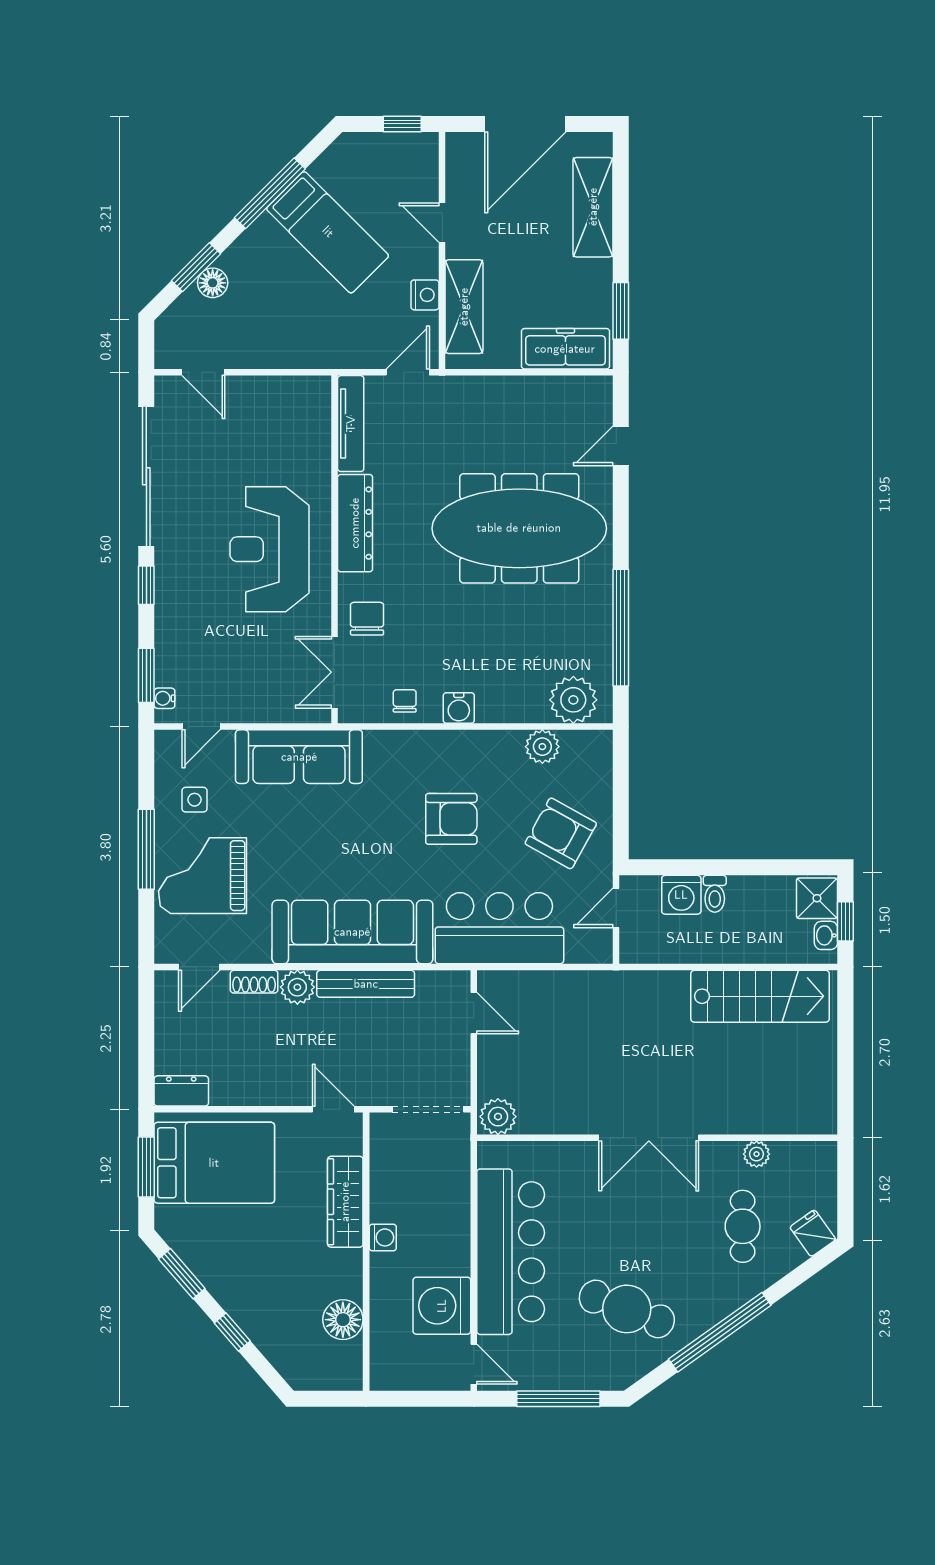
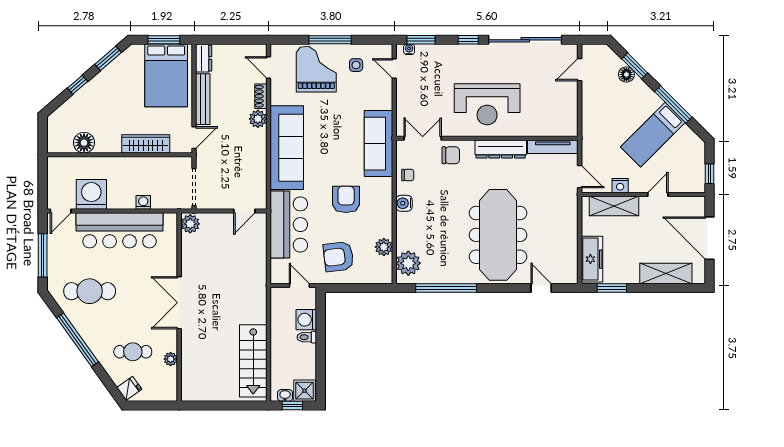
reception desk: (270, 549) -> (487, 104), turned 180
sofa: (299, 757) -> (379, 144), moved
armchair: (451, 819) -> (346, 199), turned 180
armchair: (561, 833) -> (338, 257), turned -126
bench: (366, 984) -> (203, 99), moved
washing machine: (383, 1237) -> (143, 202), moved, turned 180
cafe table: (627, 1309) -> (90, 291), turned 69

